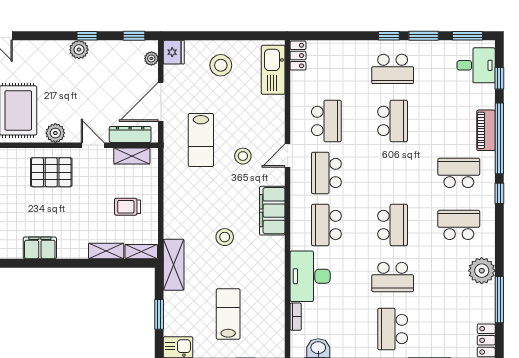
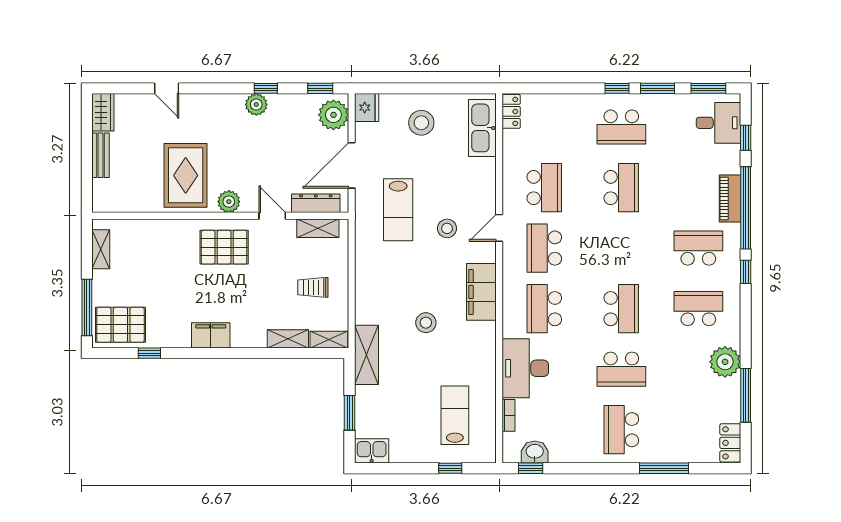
plant: (151, 58) -> (333, 115), width x1.88, depth x1.88
lab bench: (228, 314) -> (455, 415), moved

